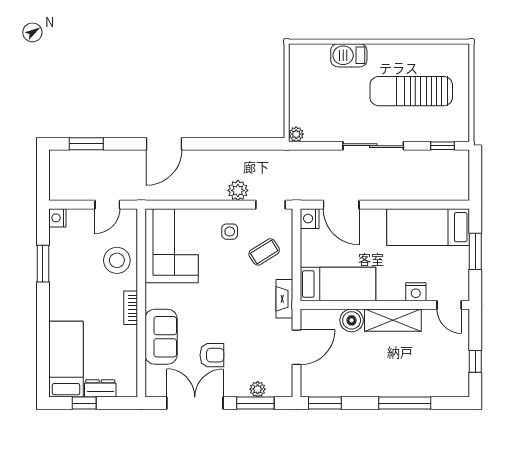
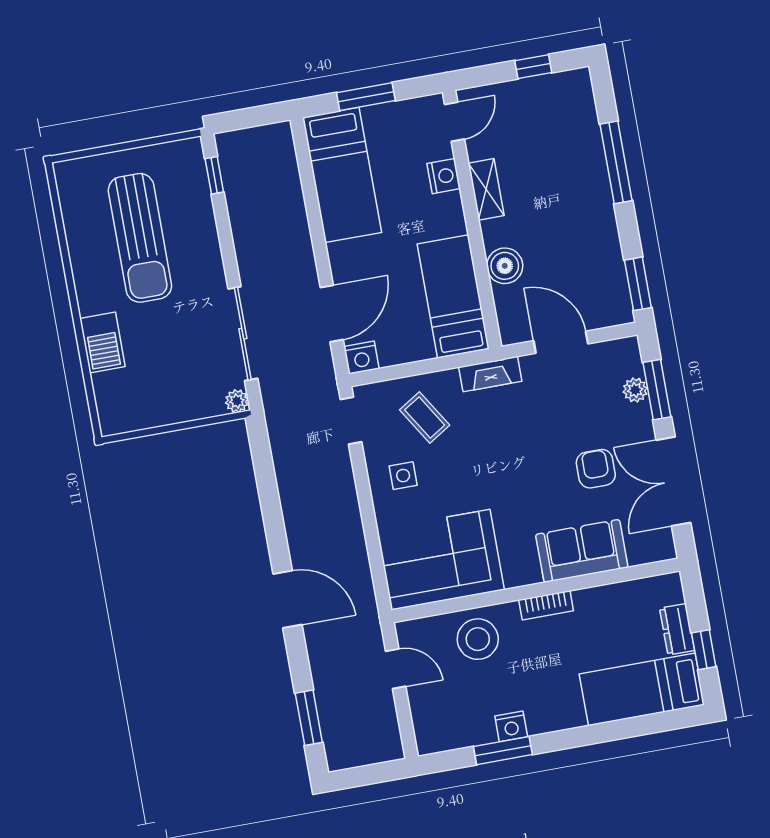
sliding door: (373, 146) -> (243, 334), moved
plant: (238, 190) -> (338, 474), removed
nightstand: (57, 218) -> (511, 726), moved
shelving: (393, 320) -> (486, 189), width x0.67, depth x0.75

